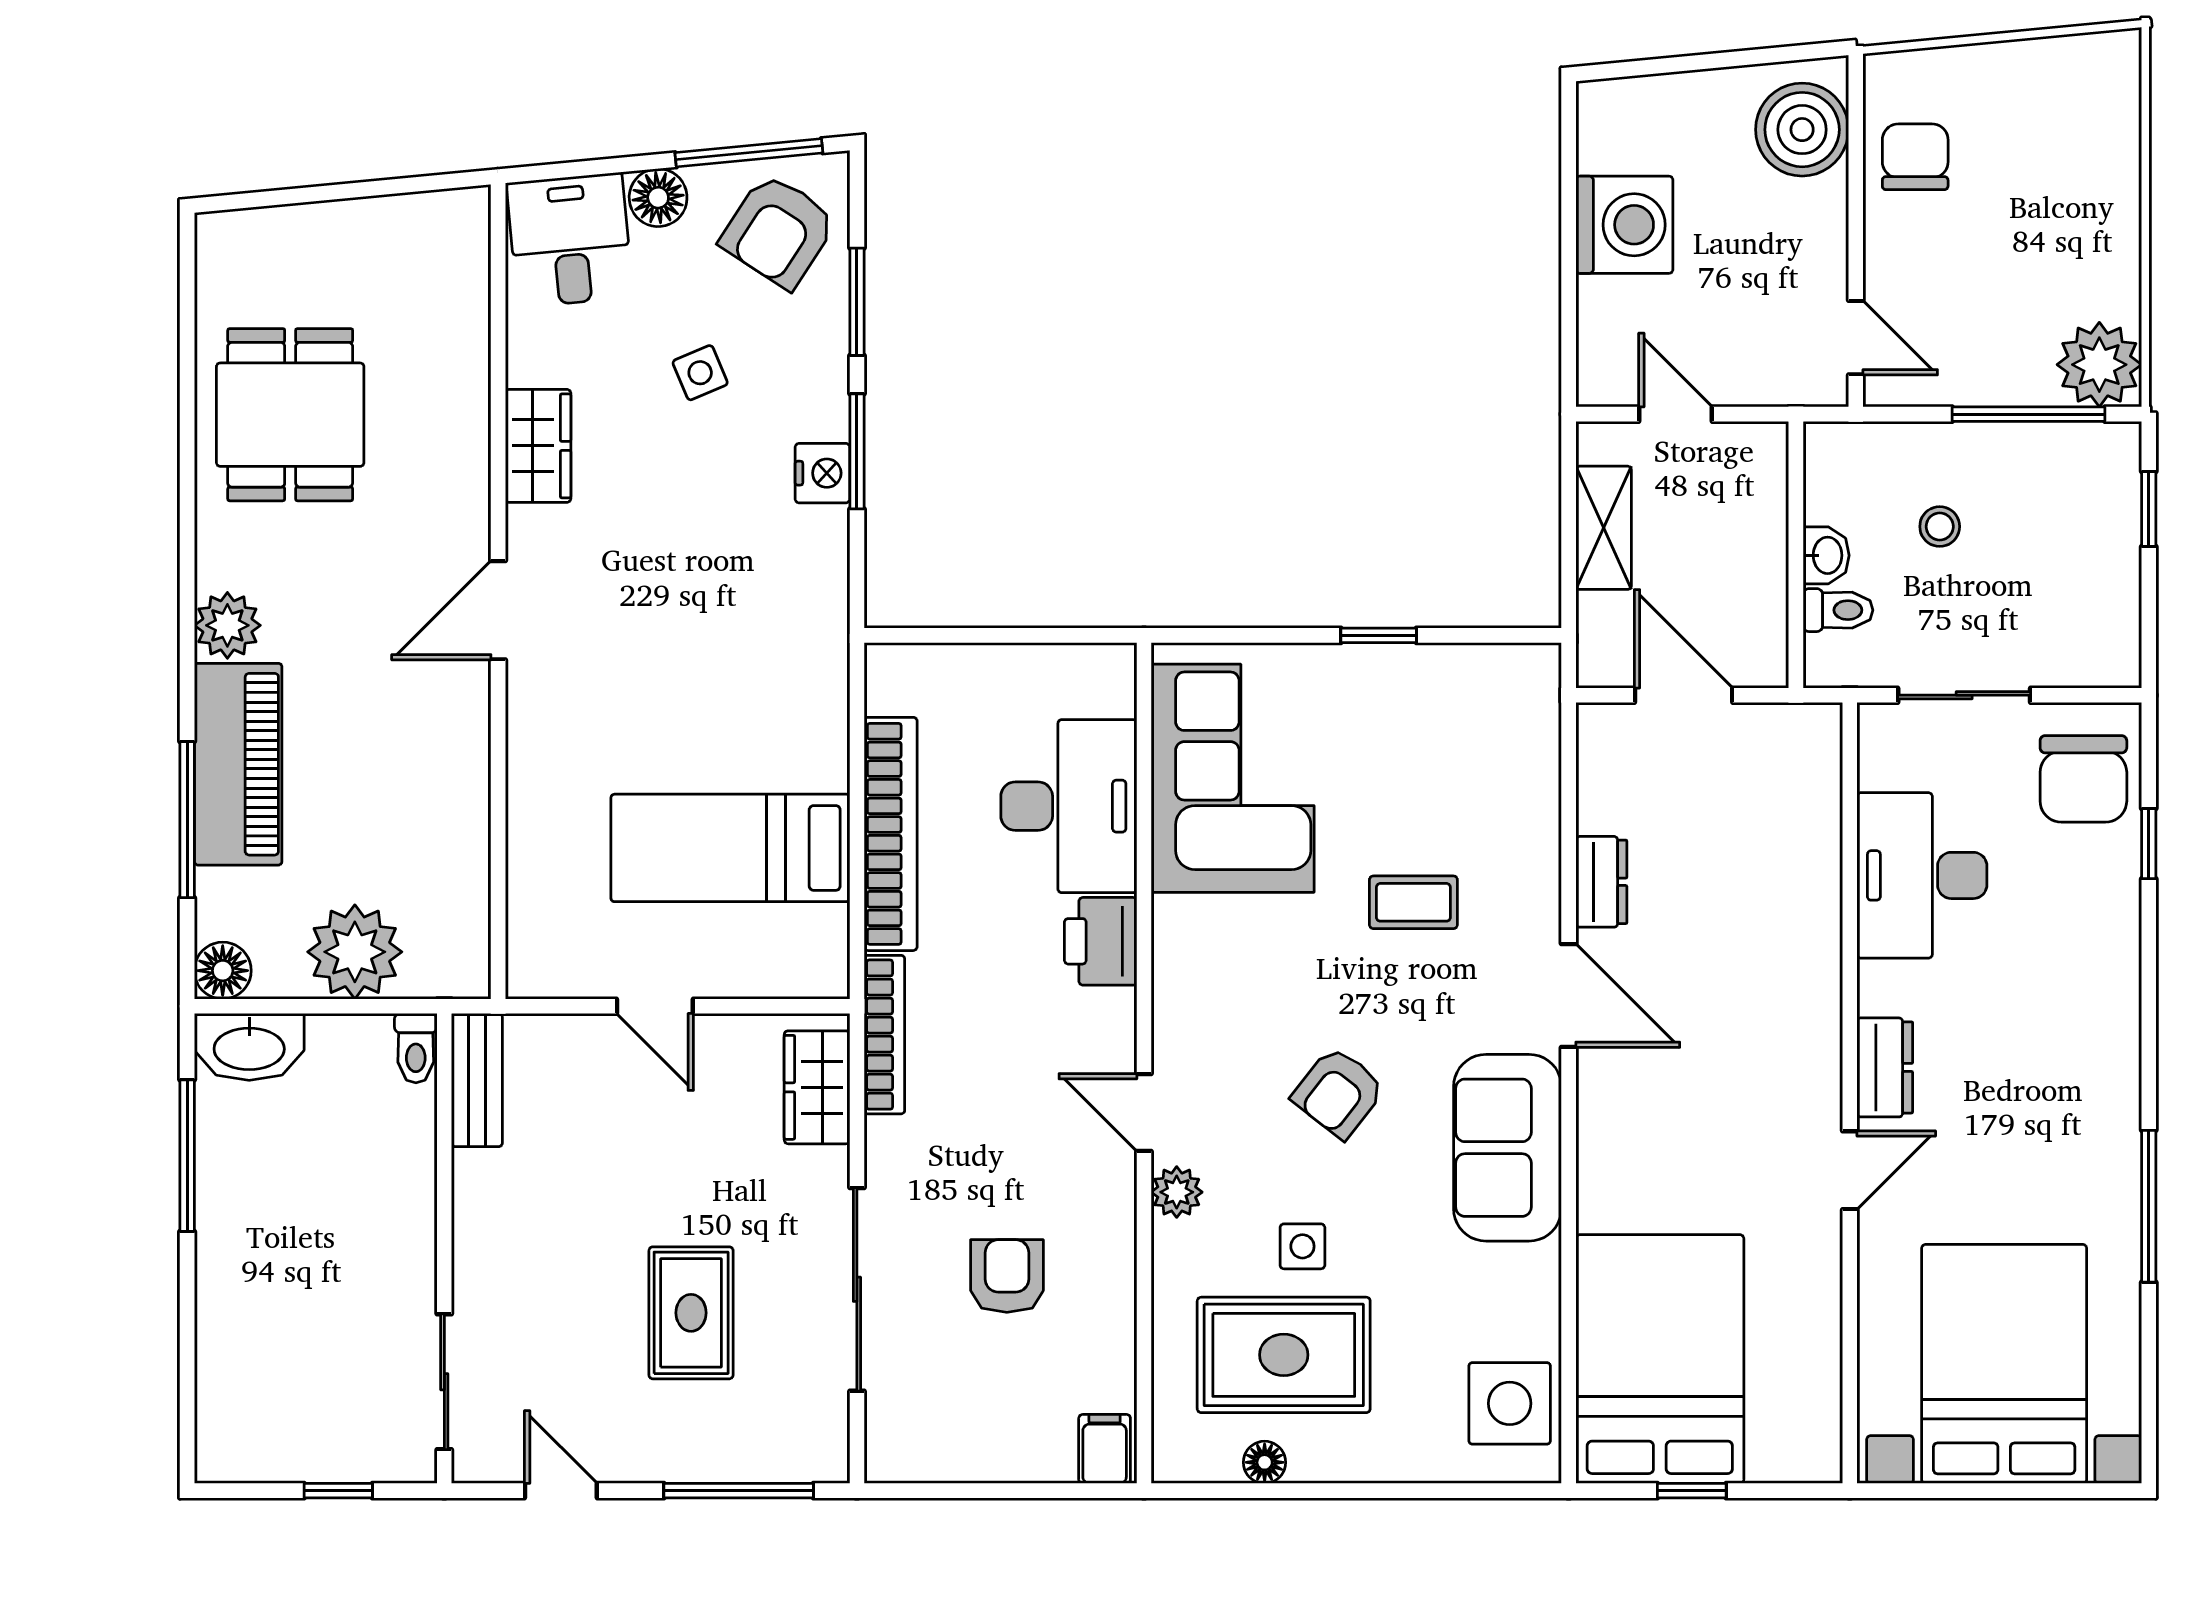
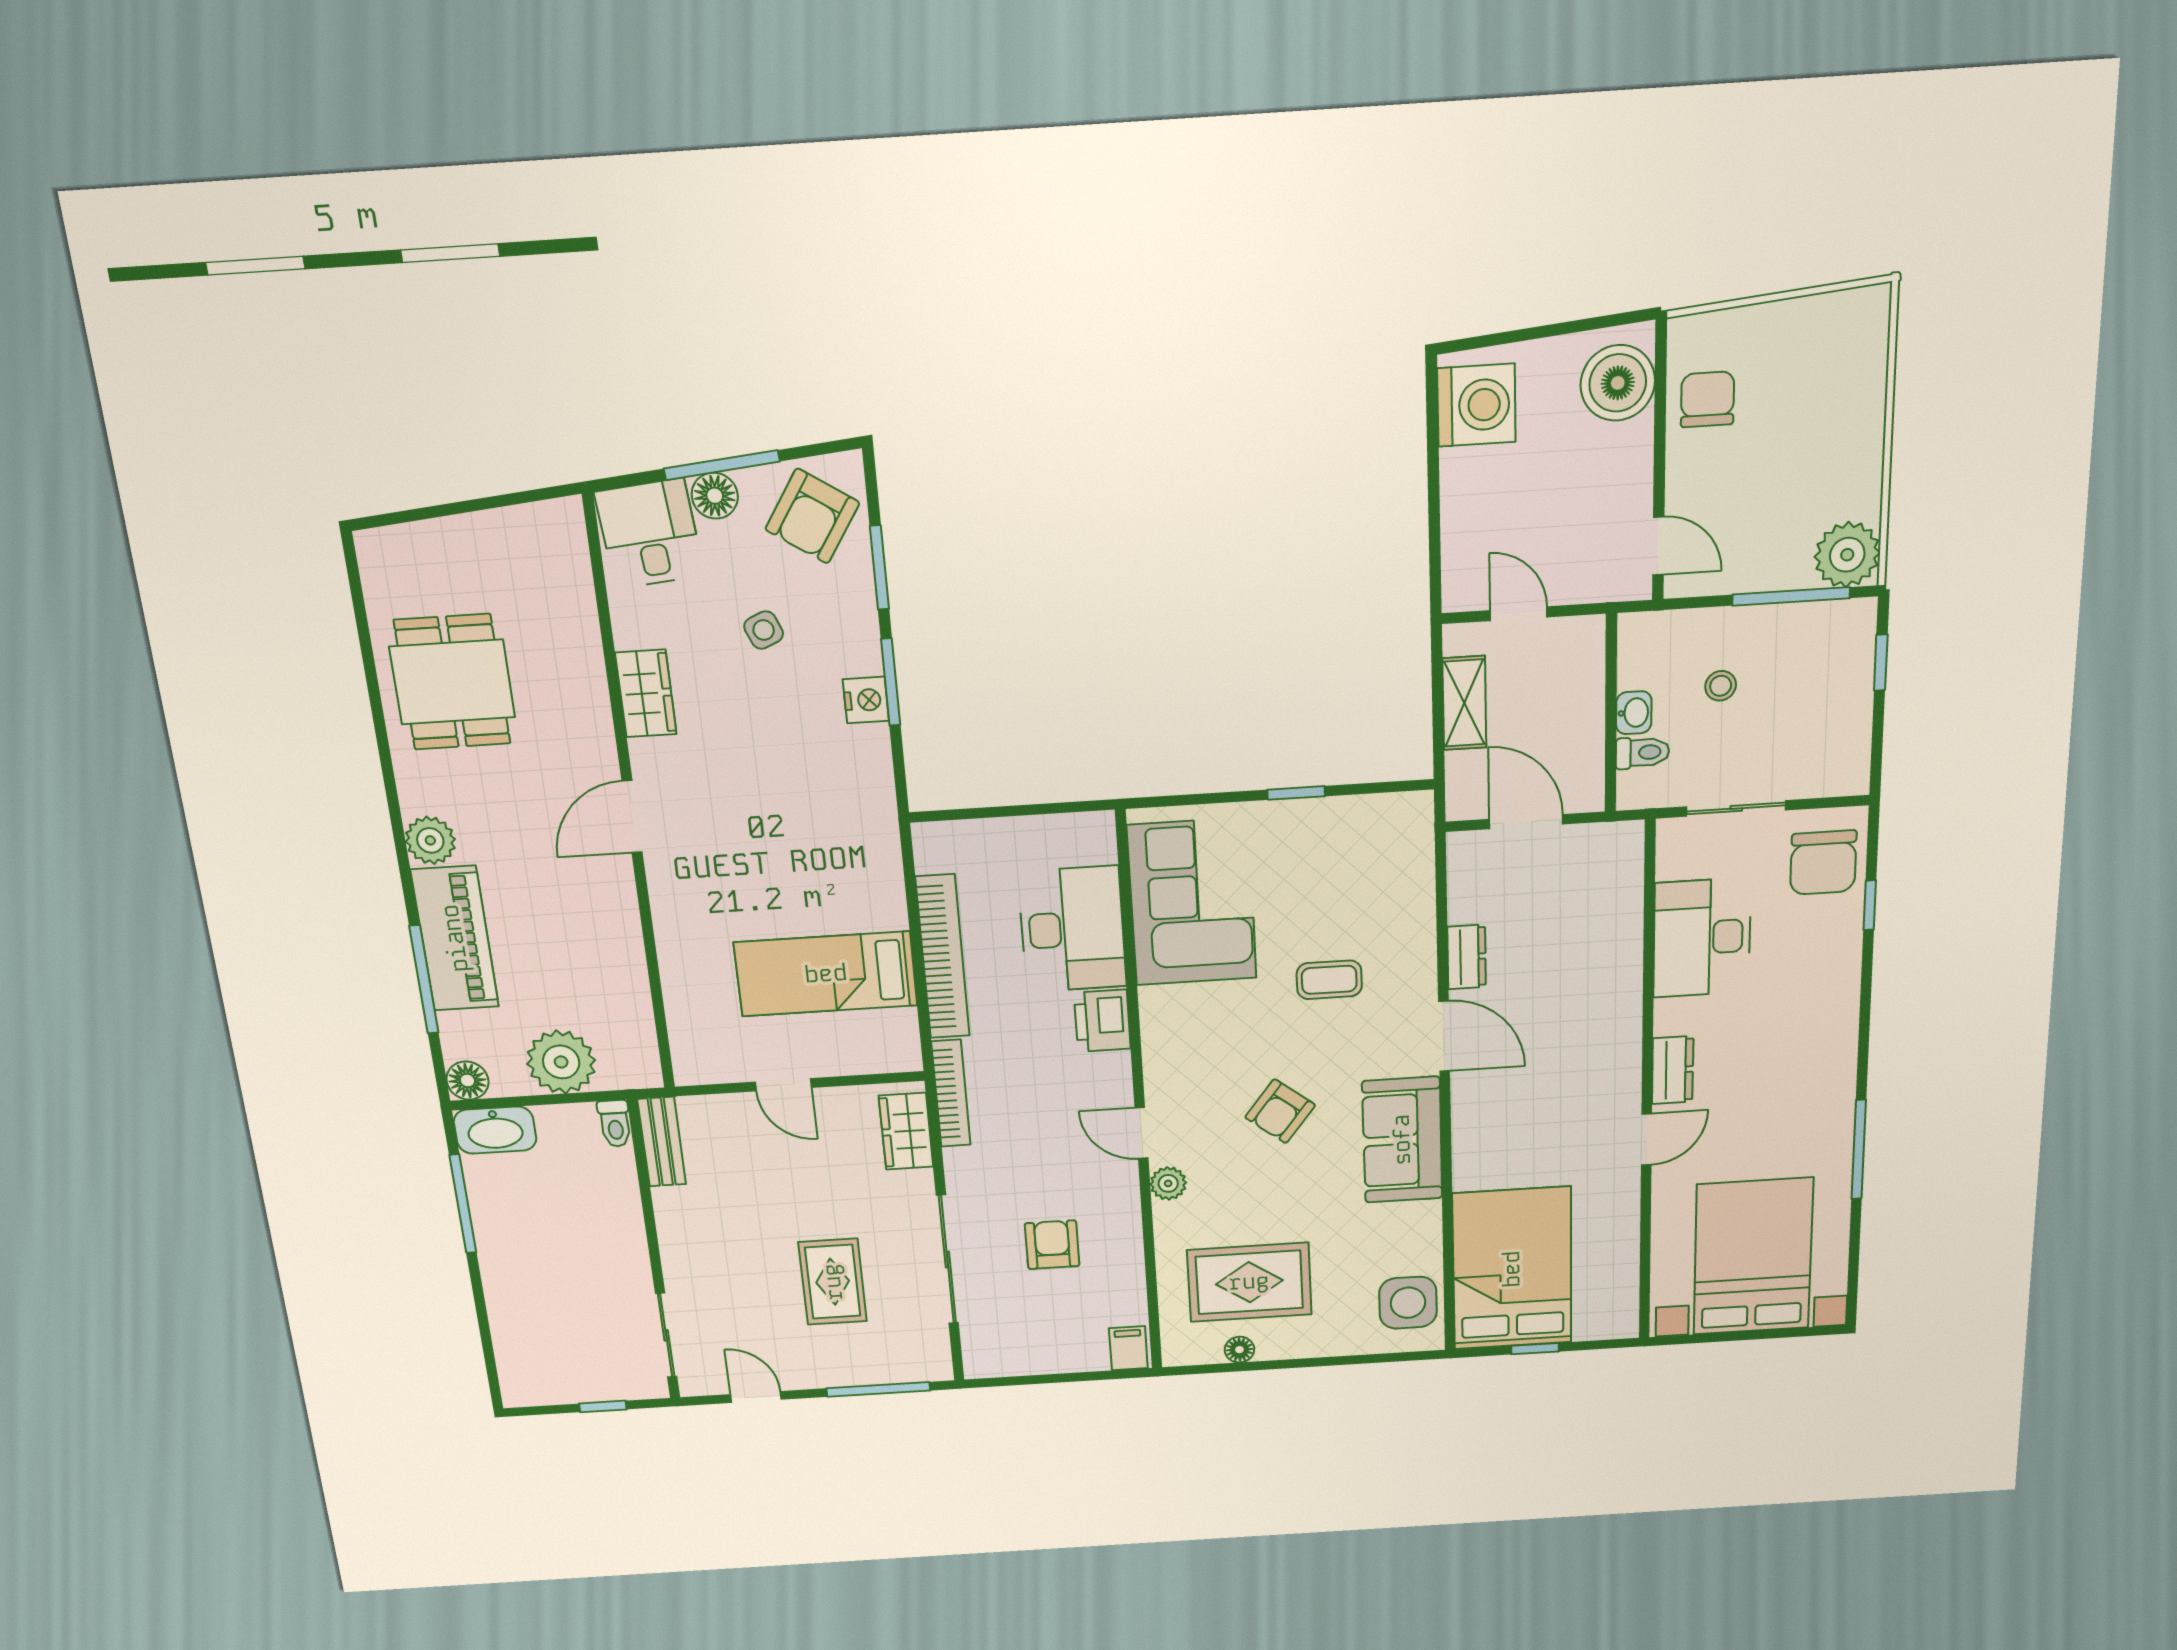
window: (749, 153) -> (722, 465), moved
washing machine: (1624, 225) -> (1476, 405), moved
side table: (1302, 1246) -> (1259, 1213), removed

